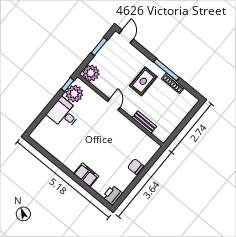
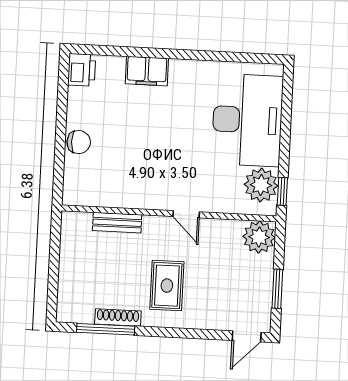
door: (126, 36) -> (247, 336), hinge flipped
window: (166, 70) -> (106, 329), moved
desk: (64, 114) -> (247, 120), width x1.87, depth x1.30

